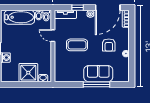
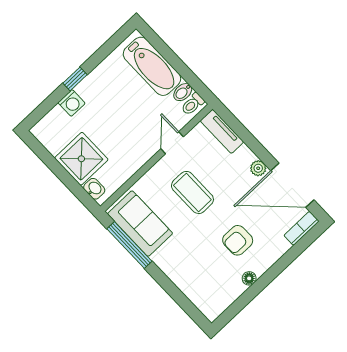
window: (78, 8) -> (249, 140), removed
sofa: (98, 74) -> (140, 224), moved
window: (96, 84) -> (129, 245), moved

